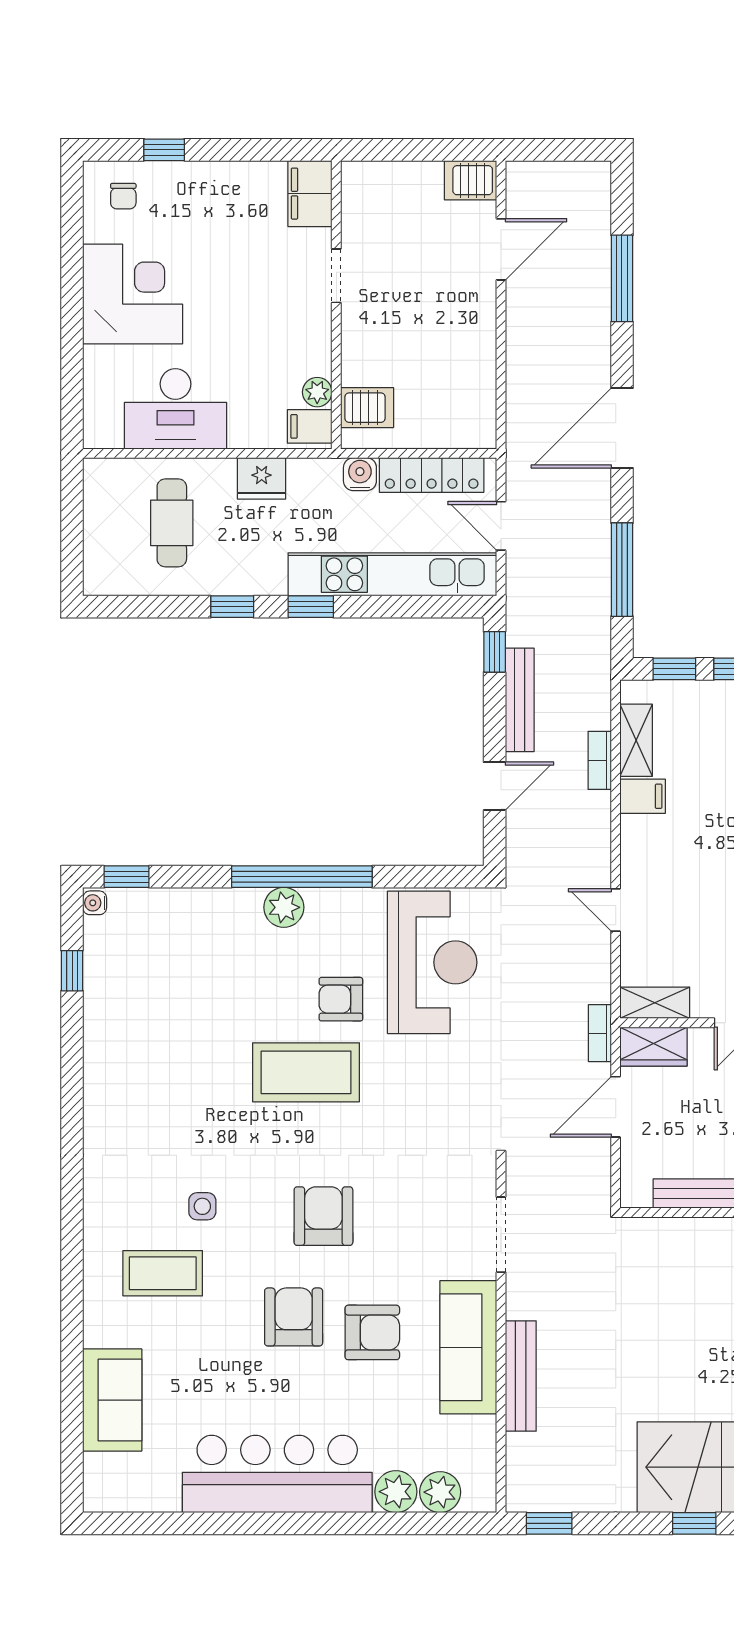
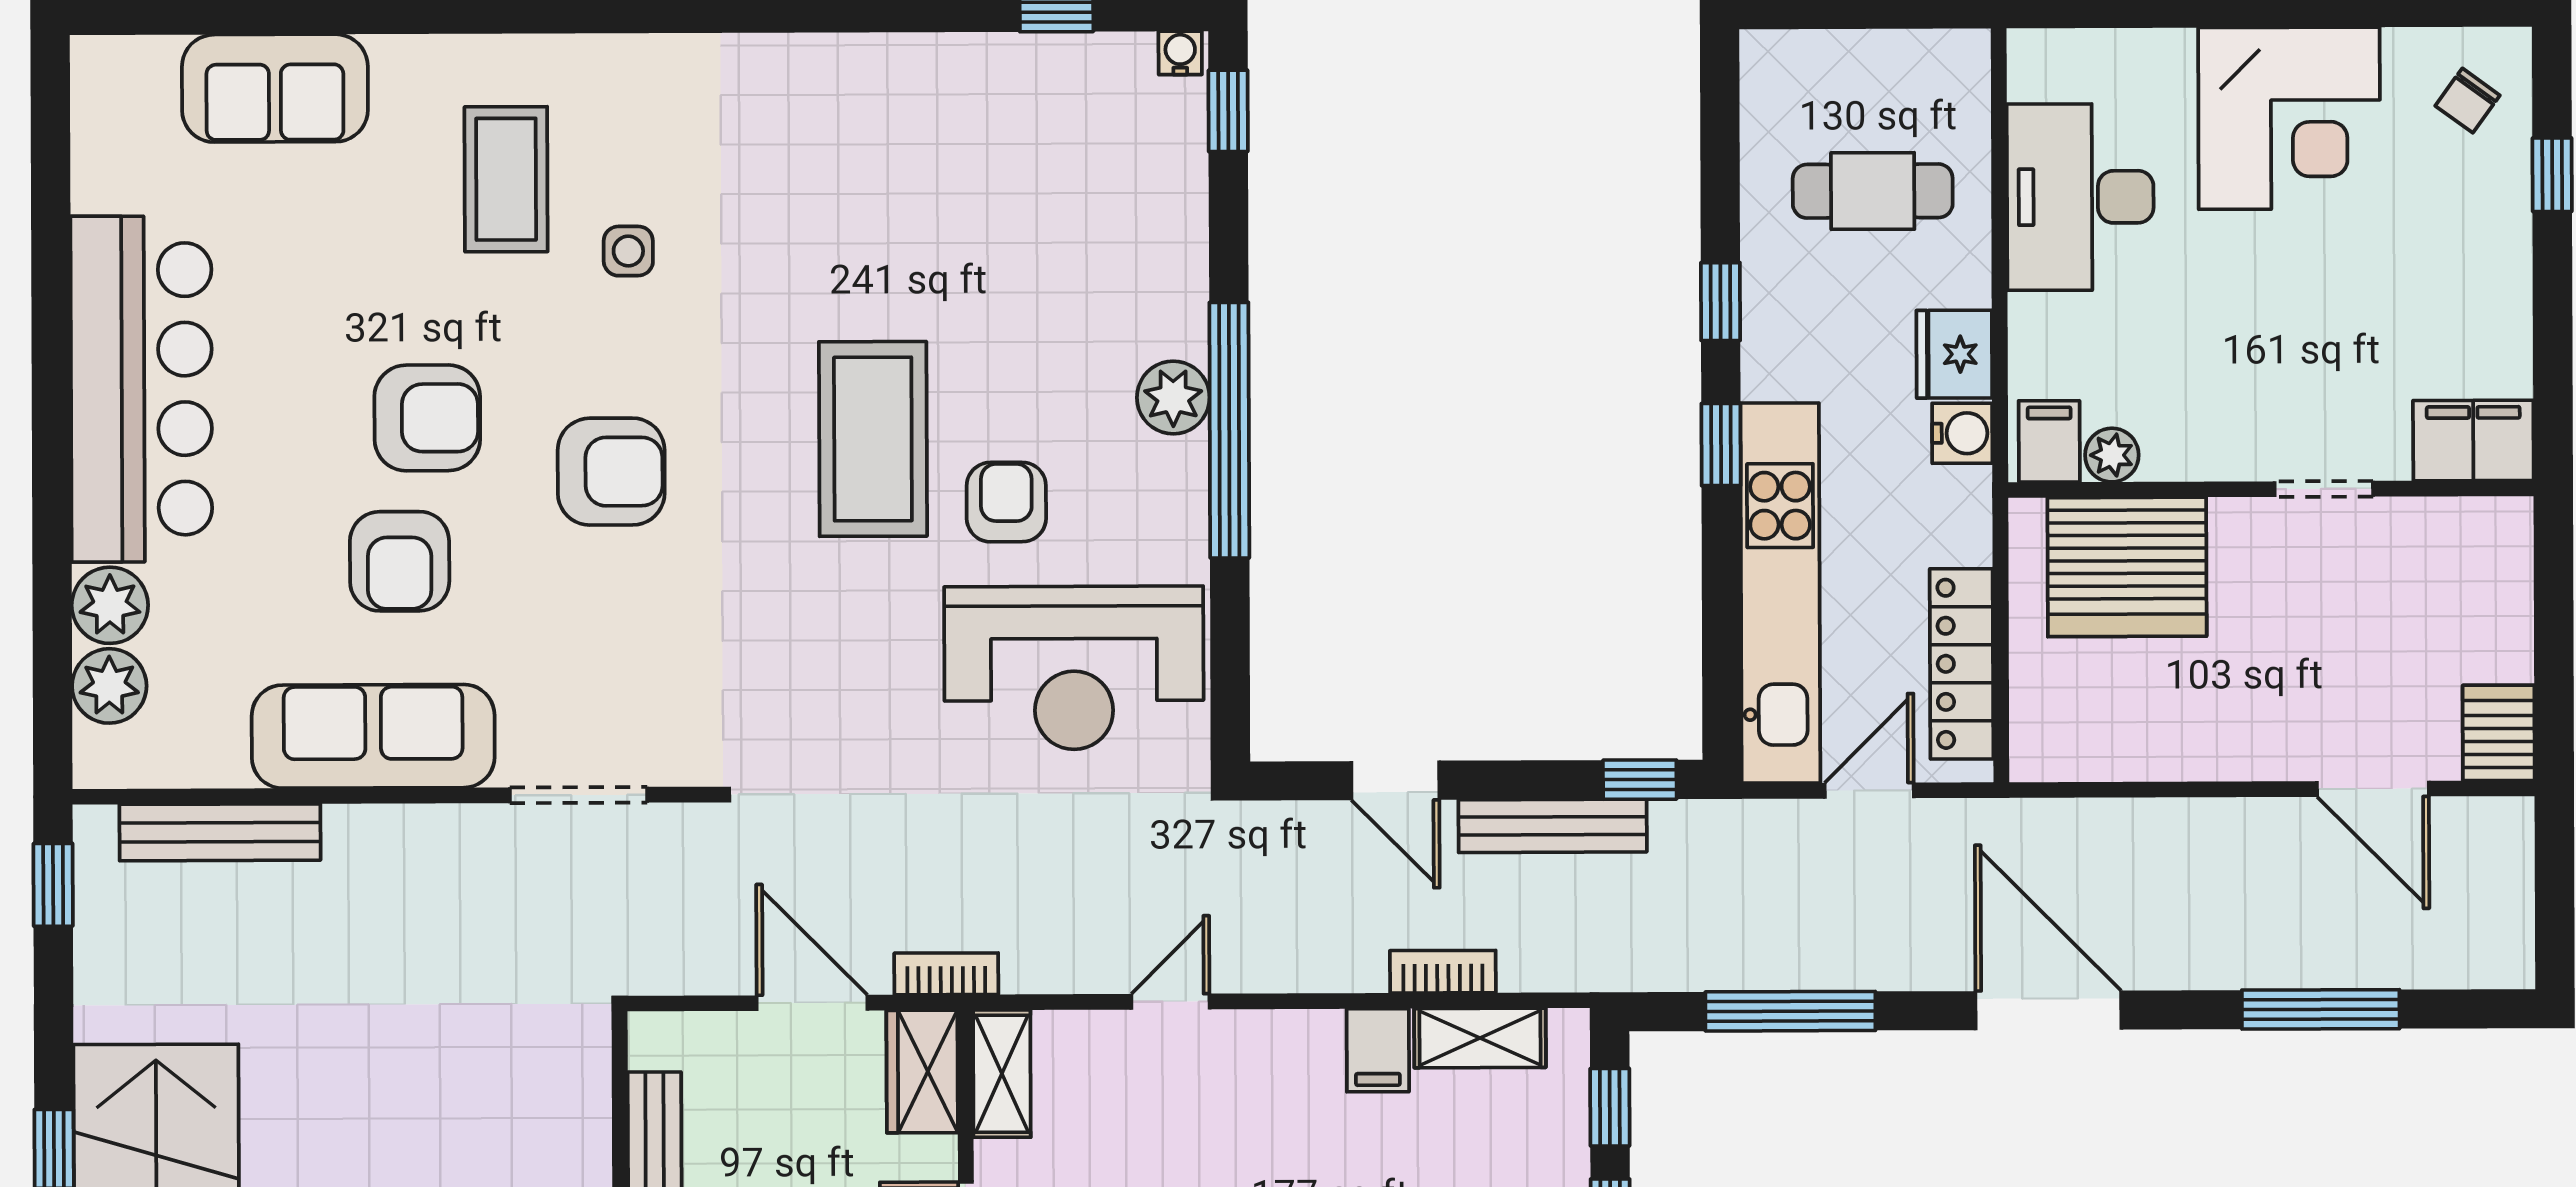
chair: (123, 196) -> (2468, 101), turned -54
server rack: (367, 408) -> (2127, 567), width x2.18, depth x1.44
water cooler: (360, 474) -> (1962, 433), moved
bench: (521, 1376) -> (220, 832), moved

